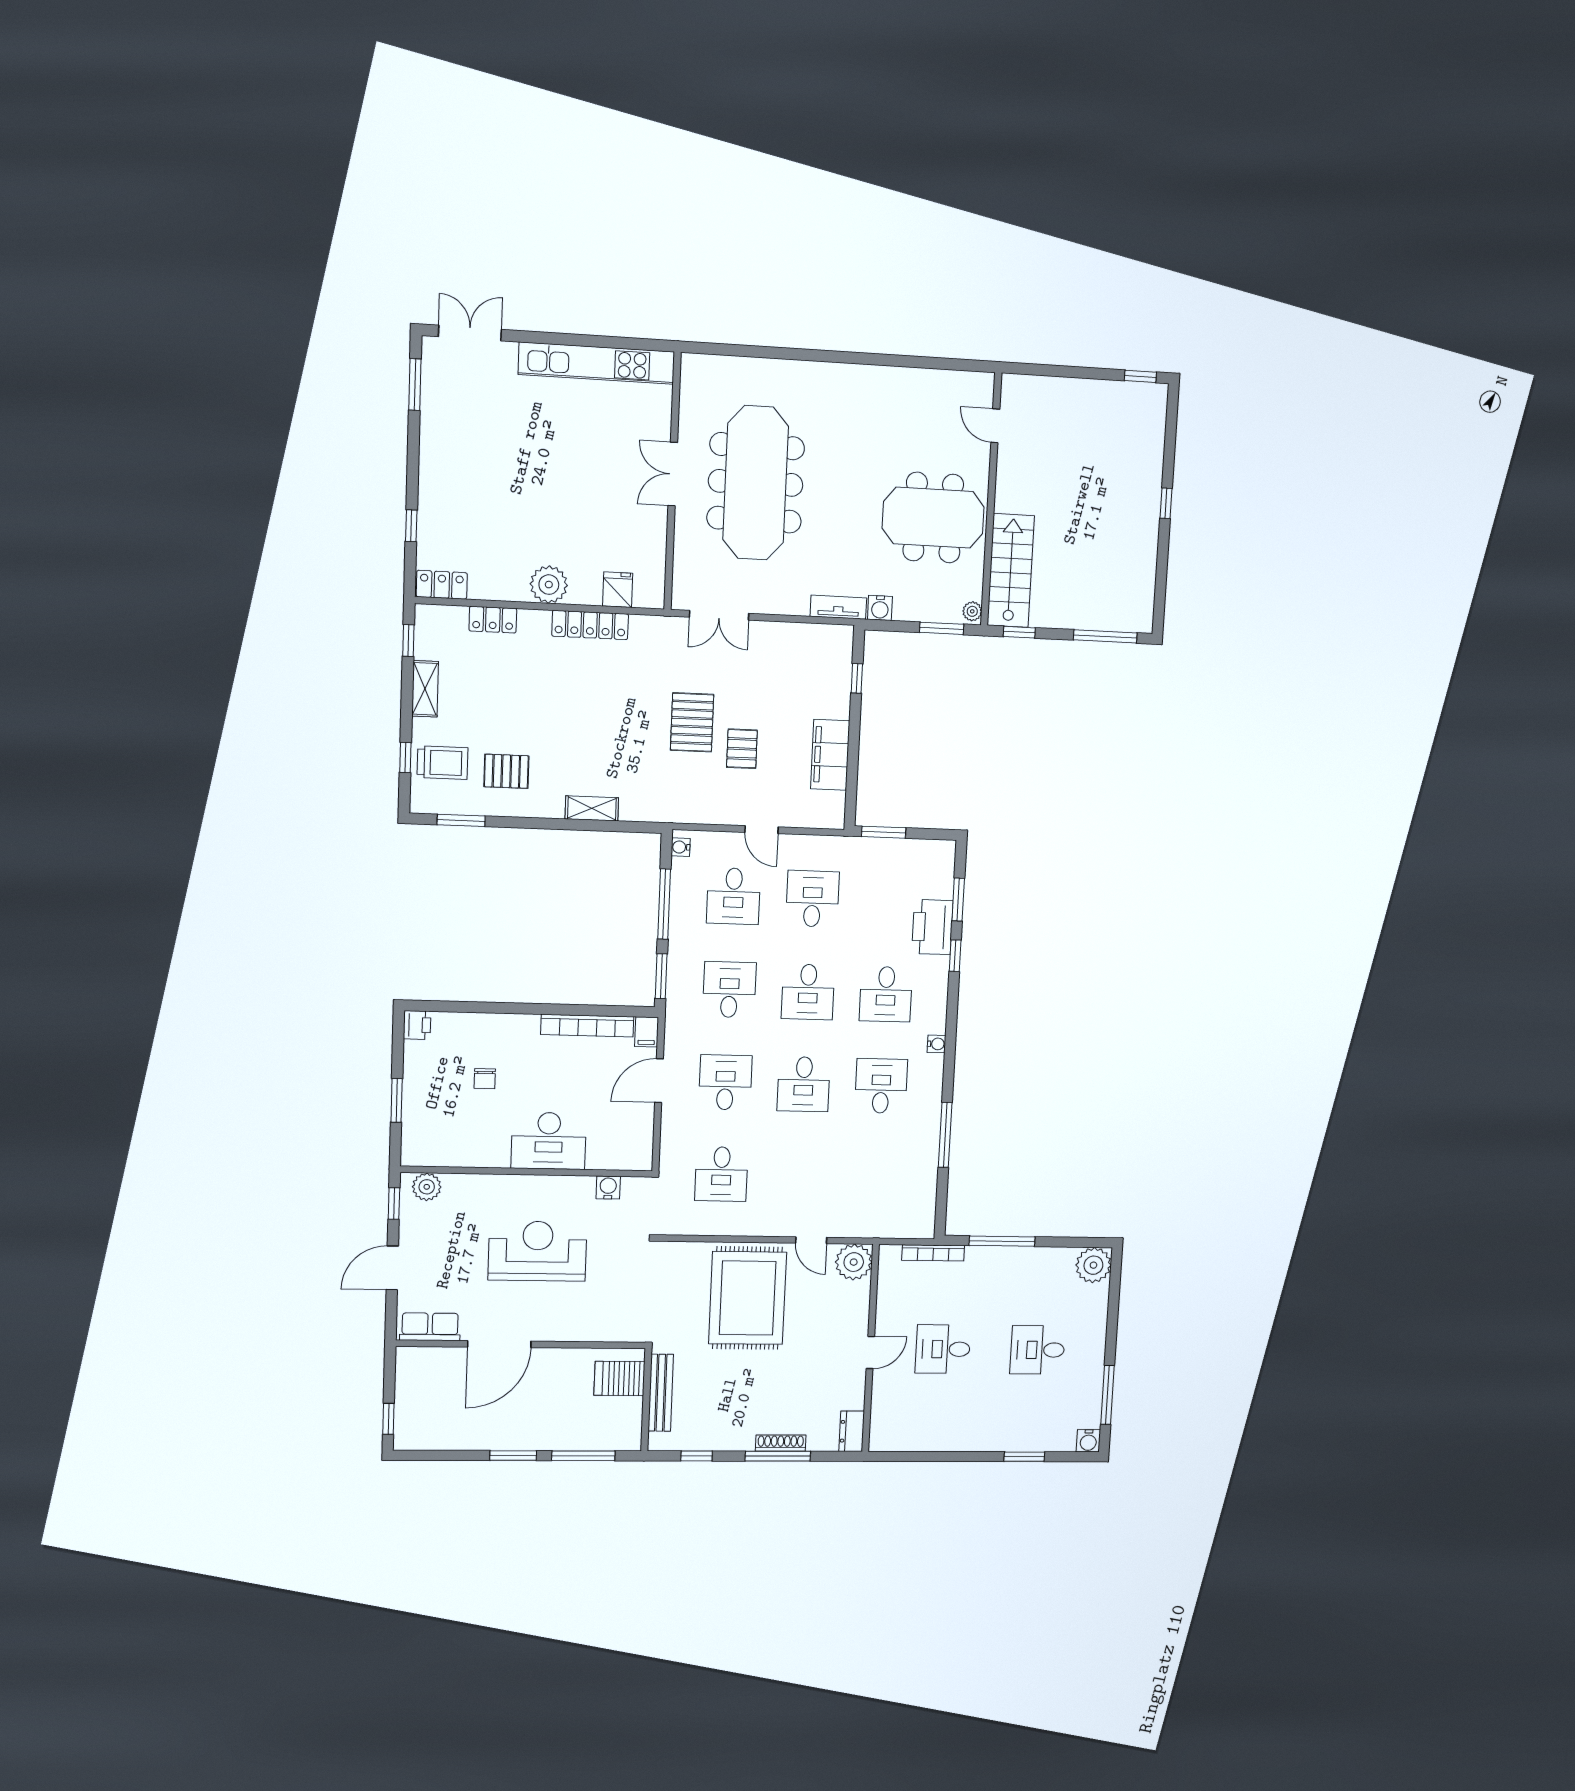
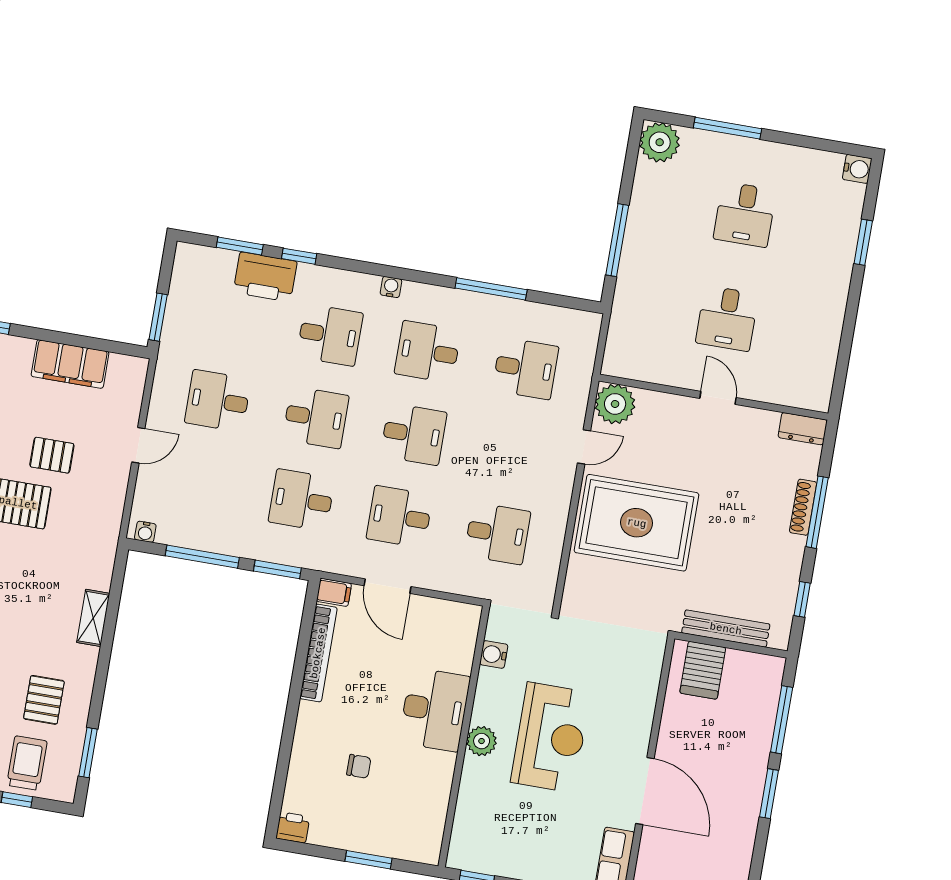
desk: (733, 896) -> (526, 368), moved
plant: (427, 1187) -> (482, 741), moved
reception desk: (538, 1251) -> (551, 737), turned 180
bookcase: (933, 1253) -> (618, 317), removed
window: (1108, 1395) -> (728, 128), moved

